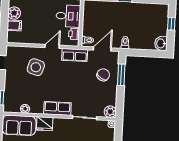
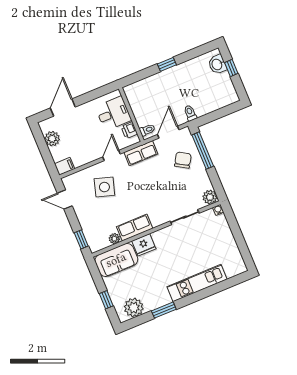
filing cabinet: (14, 25) -> (65, 166), moved
washbasin: (161, 43) -> (217, 64), moved
window: (121, 75) -> (203, 151), width x1.44
row of seats: (57, 108) -> (135, 228), moved

